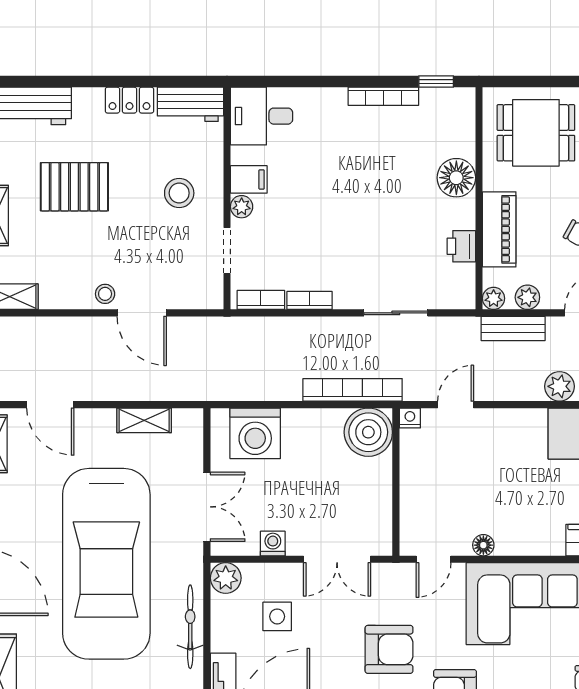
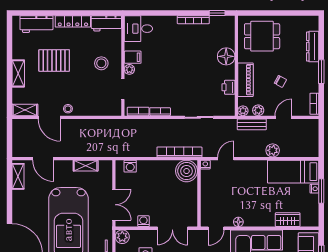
locker: (129, 100) -> (73, 21), width x1.53
door: (142, 313) -> (49, 117), moved
washing machine: (255, 433) -> (130, 166), width x0.53, depth x0.53

